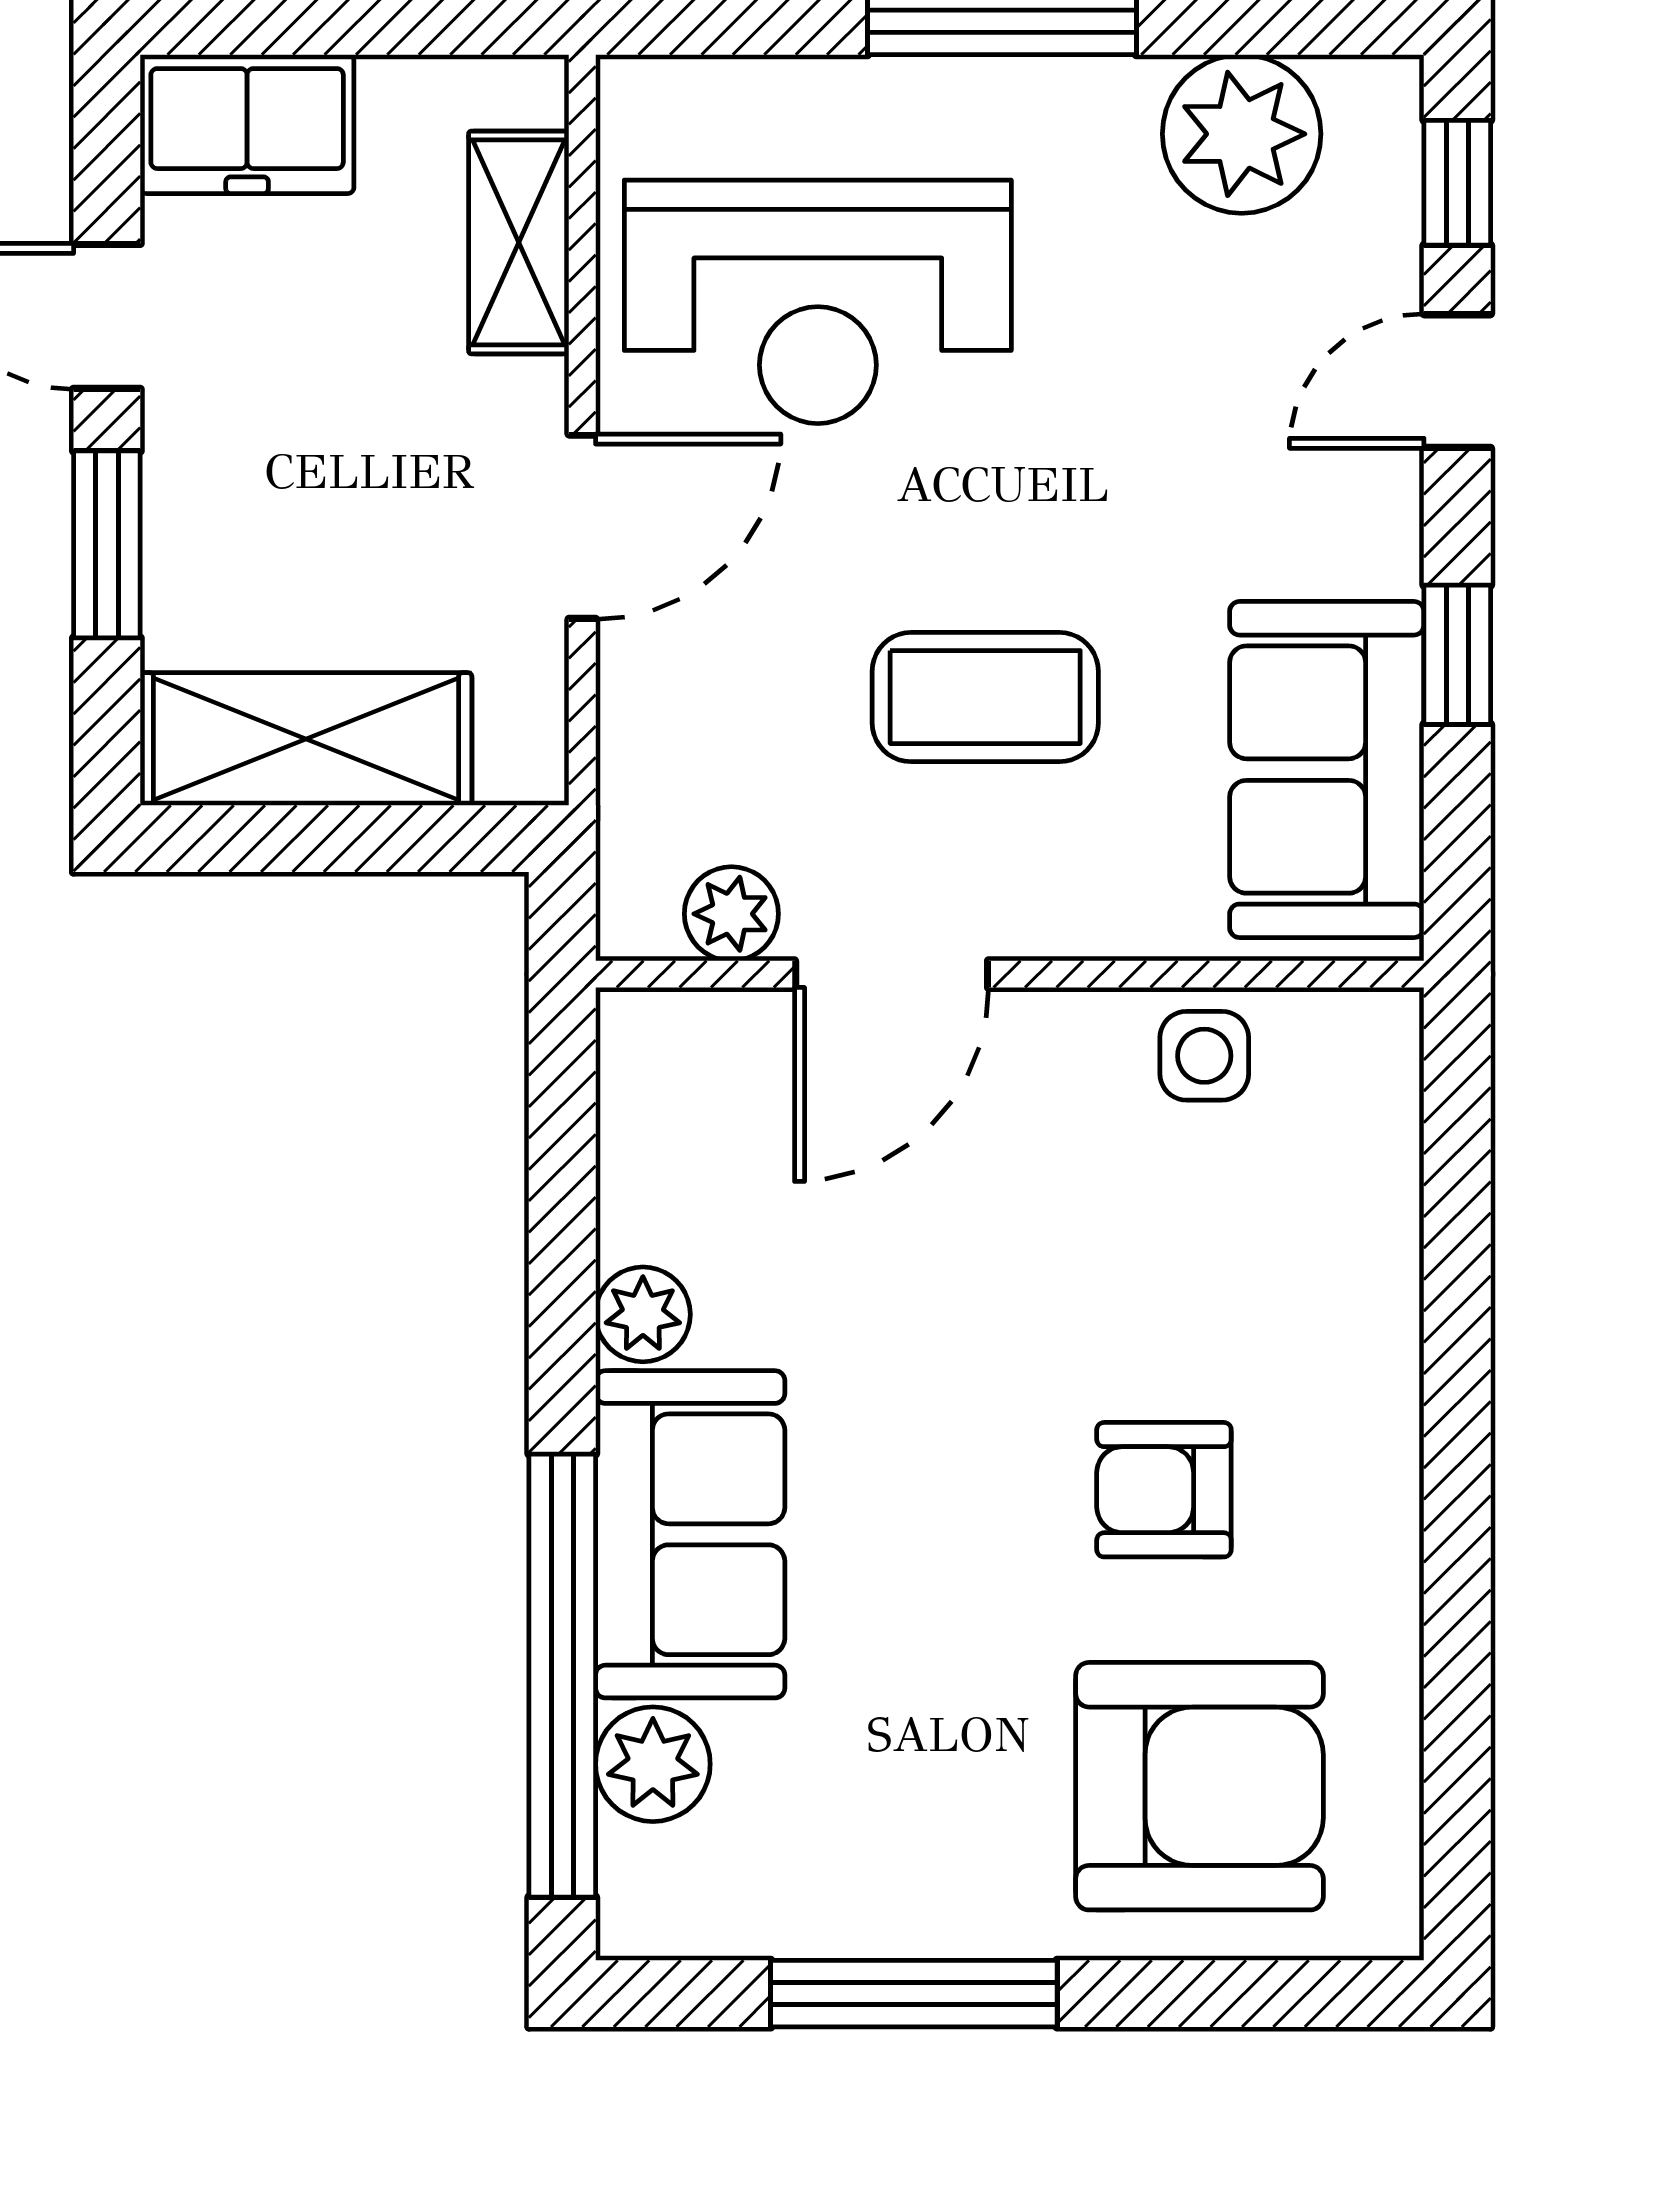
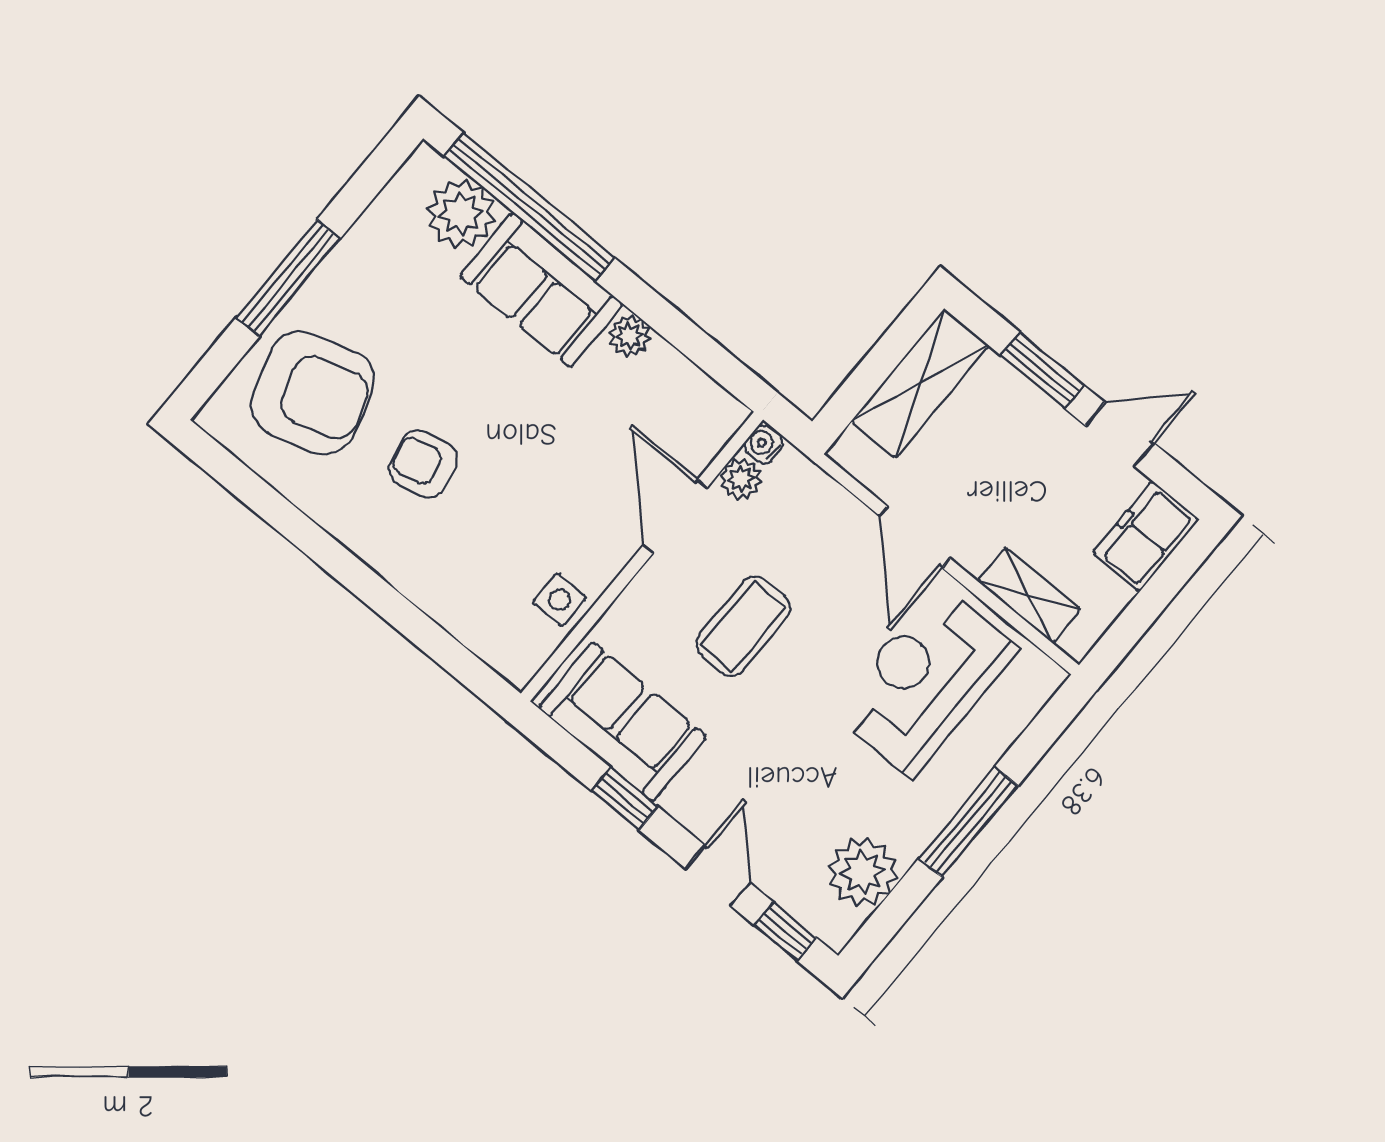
water cooler: (638, 924) -> (764, 444), added
armchair: (1164, 1490) -> (423, 464), turned -103
plant: (653, 1764) -> (461, 214), width x1.36, depth x1.36
armchair: (1200, 1786) -> (312, 393), turned -107
window: (914, 1994) -> (288, 278), moved

